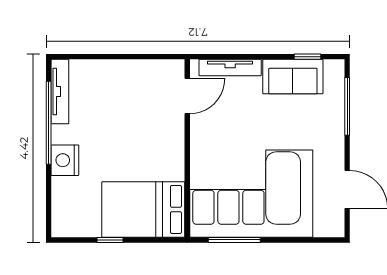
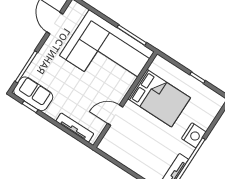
sofa: (293, 77) -> (33, 94), moved
door: (187, 96) -> (115, 115), moved
bed: (143, 209) -> (159, 98), moved

